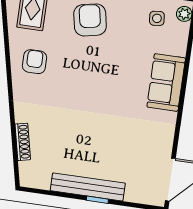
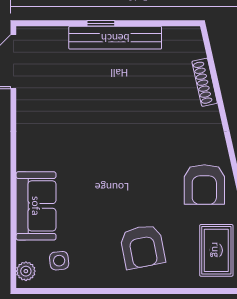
armchair: (34, 62) -> (204, 185), width x1.38, depth x1.38
sofa: (166, 82) -> (36, 206), moved

